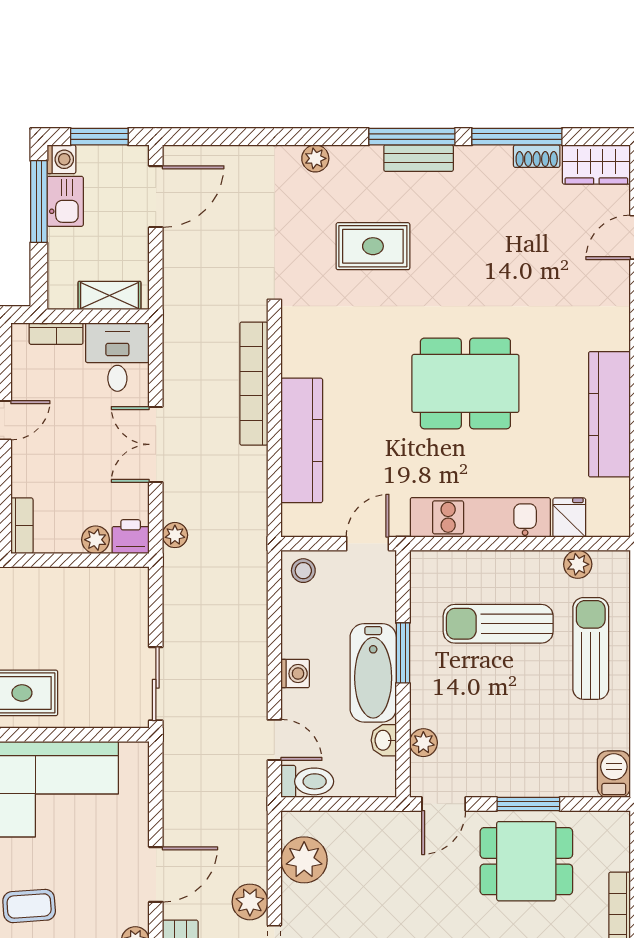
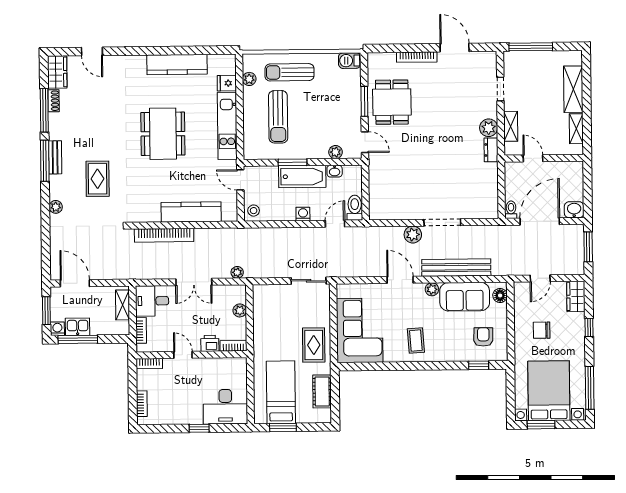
printer: (131, 537) -> (210, 343), moved, turned 90
plant: (304, 860) -> (392, 209), removed

